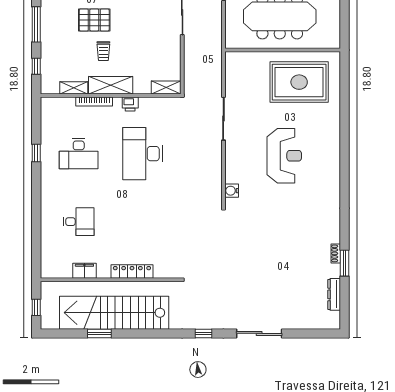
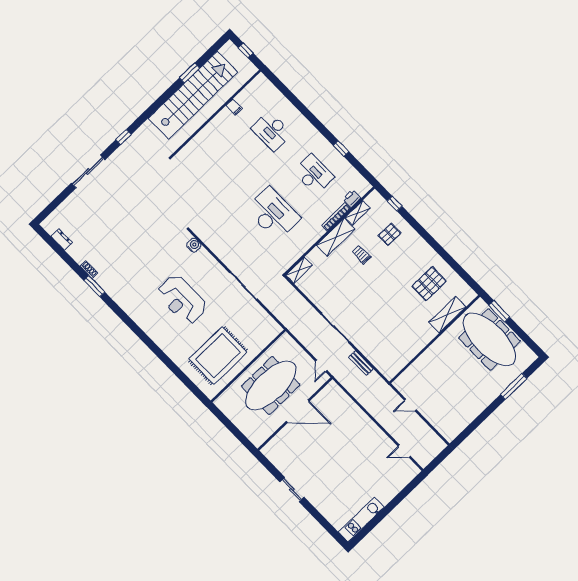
pallet: (94, 20) -> (390, 234), moved, width x0.67, depth x0.71
window: (36, 24) -> (420, 230), removed
printer: (130, 104) -> (352, 198), moved
desk: (79, 154) -> (314, 174), turned 90
desk: (79, 222) -> (272, 131), width x1.37
window: (345, 263) -> (94, 286), moved
filing cabinet: (84, 271) -> (234, 107), width x0.50
locker: (132, 272) -> (207, 132), removed
dresser: (334, 294) -> (62, 239), width x0.70

